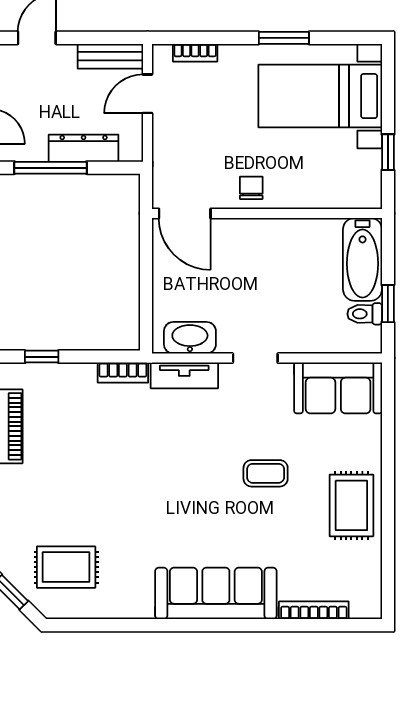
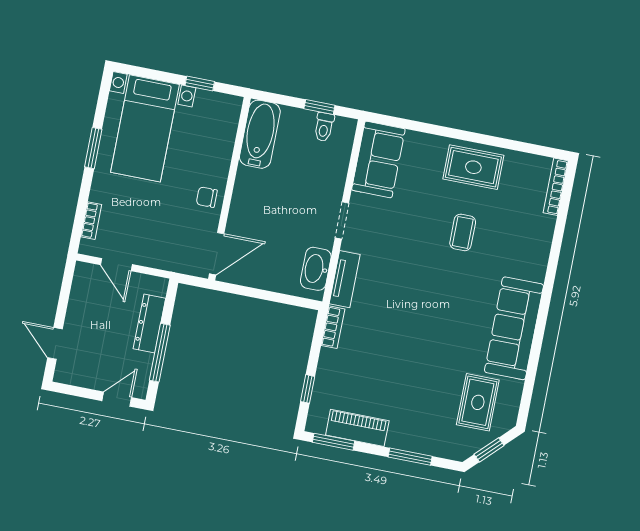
bench: (110, 56) -> (81, 288), removed
bathtub: (363, 259) -> (260, 134), moved, turned -90
coffee table: (266, 473) -> (463, 232), moved
sofa: (216, 593) -> (514, 328), moved
bookcase: (314, 610) -> (556, 187), moved

